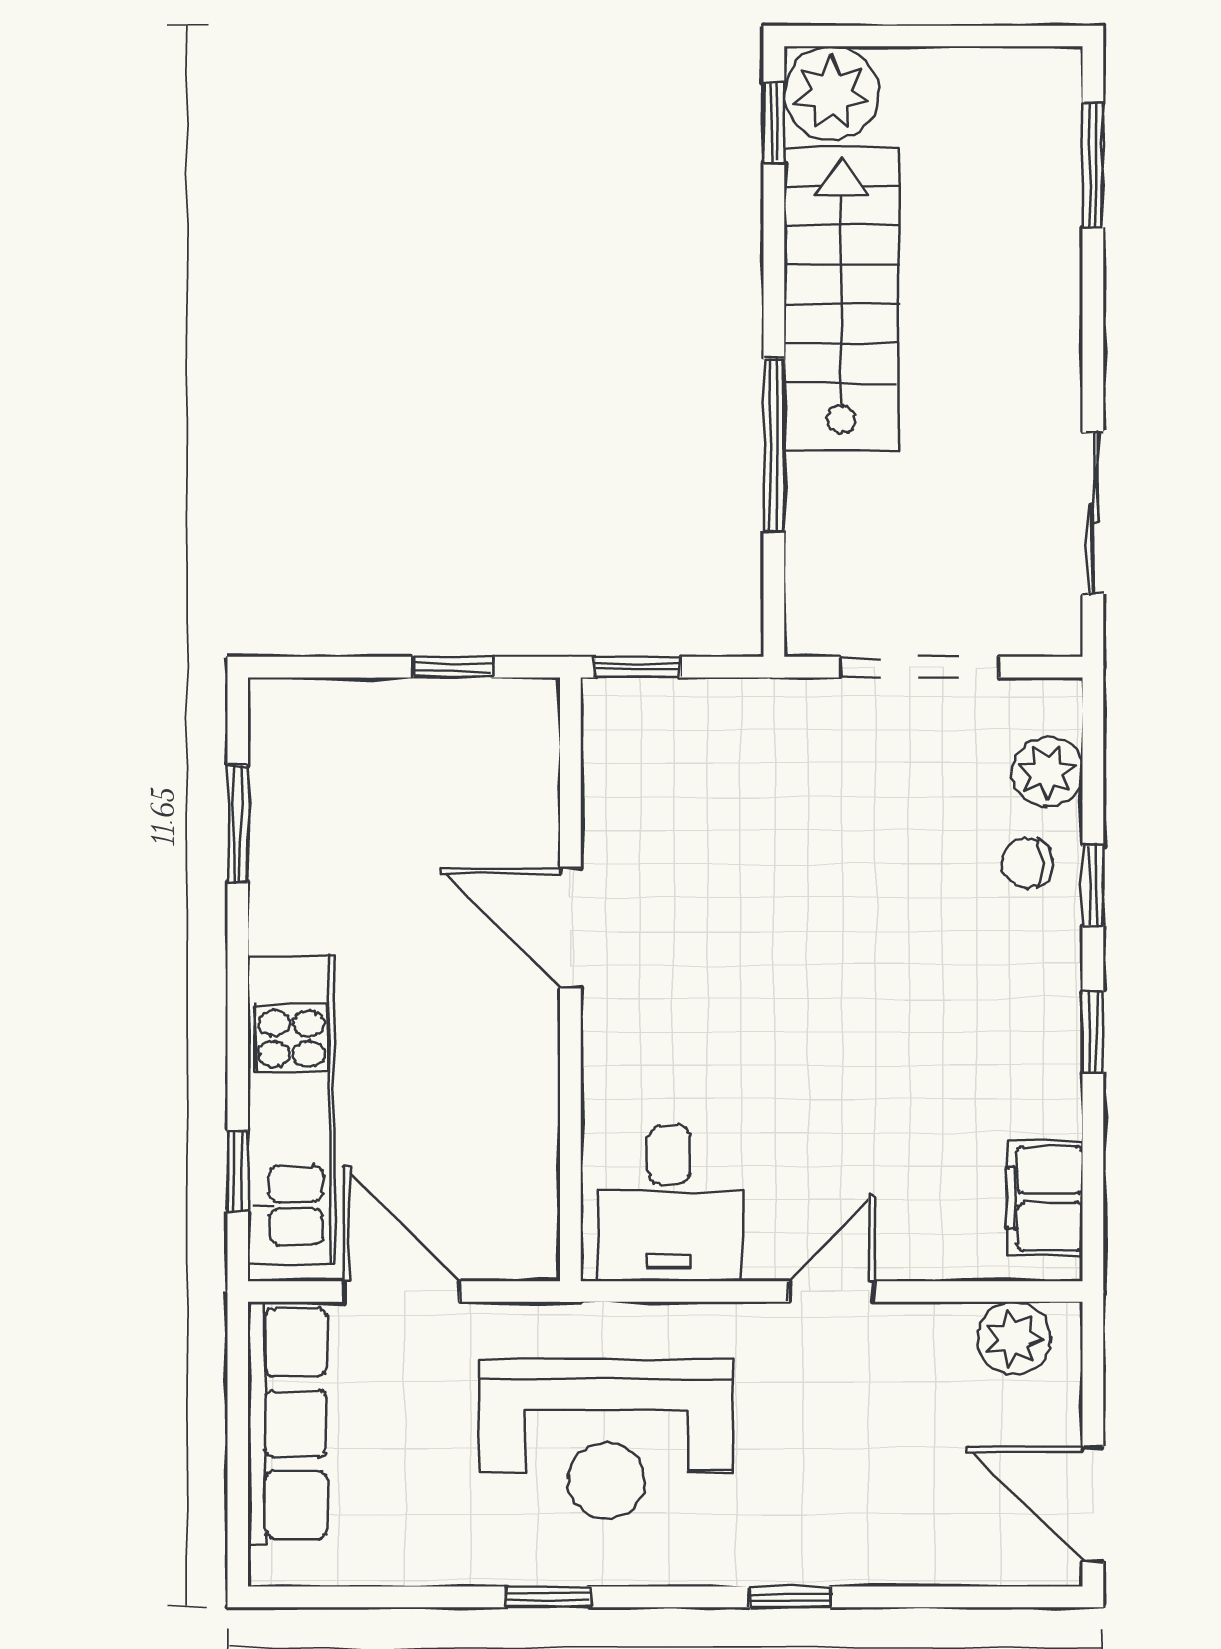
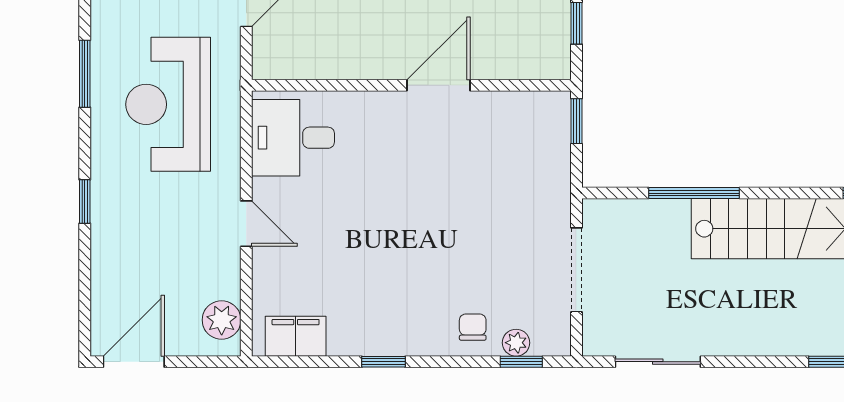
plant: (1047, 772) -> (516, 343), width x0.73, depth x0.73
window: (1093, 886) -> (521, 362), moved
window: (548, 1597) -> (85, 74), width x1.50

